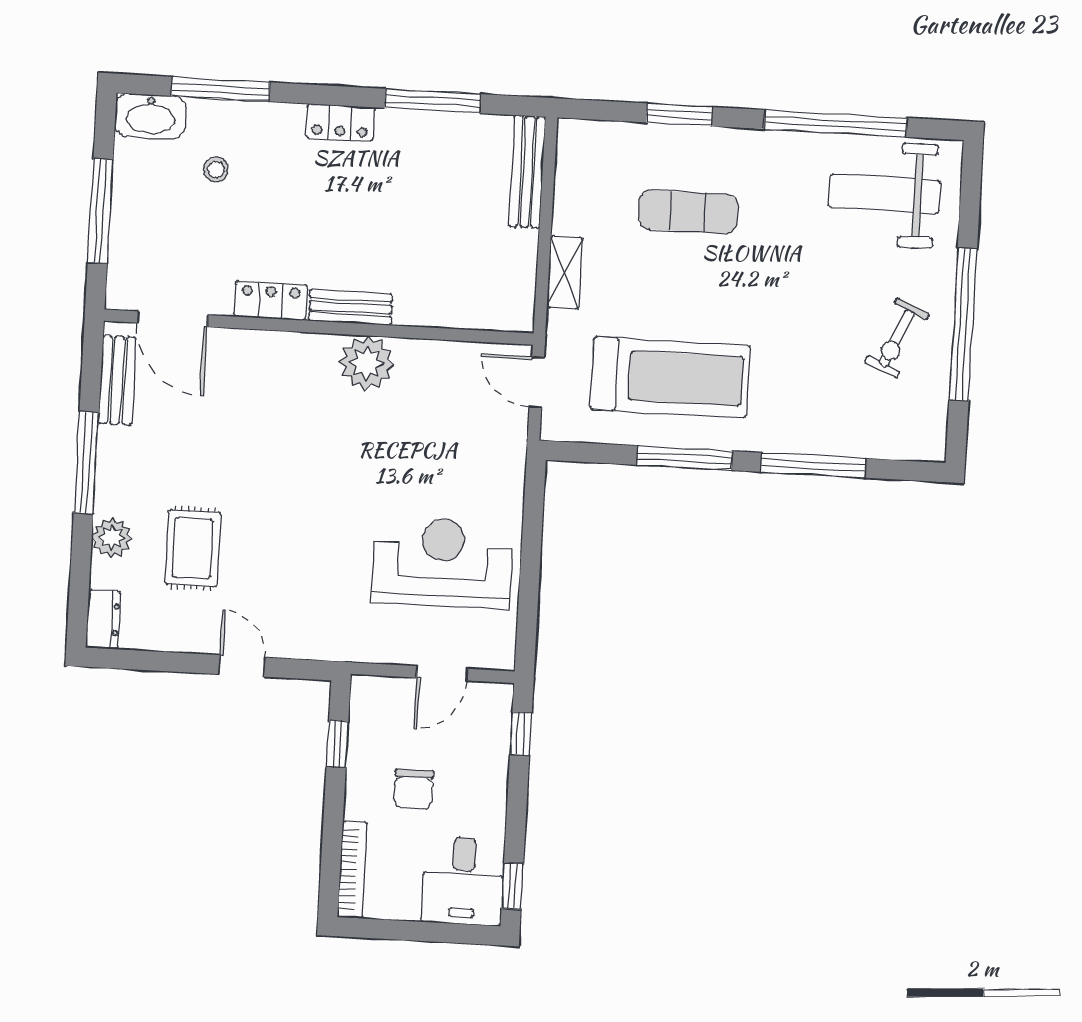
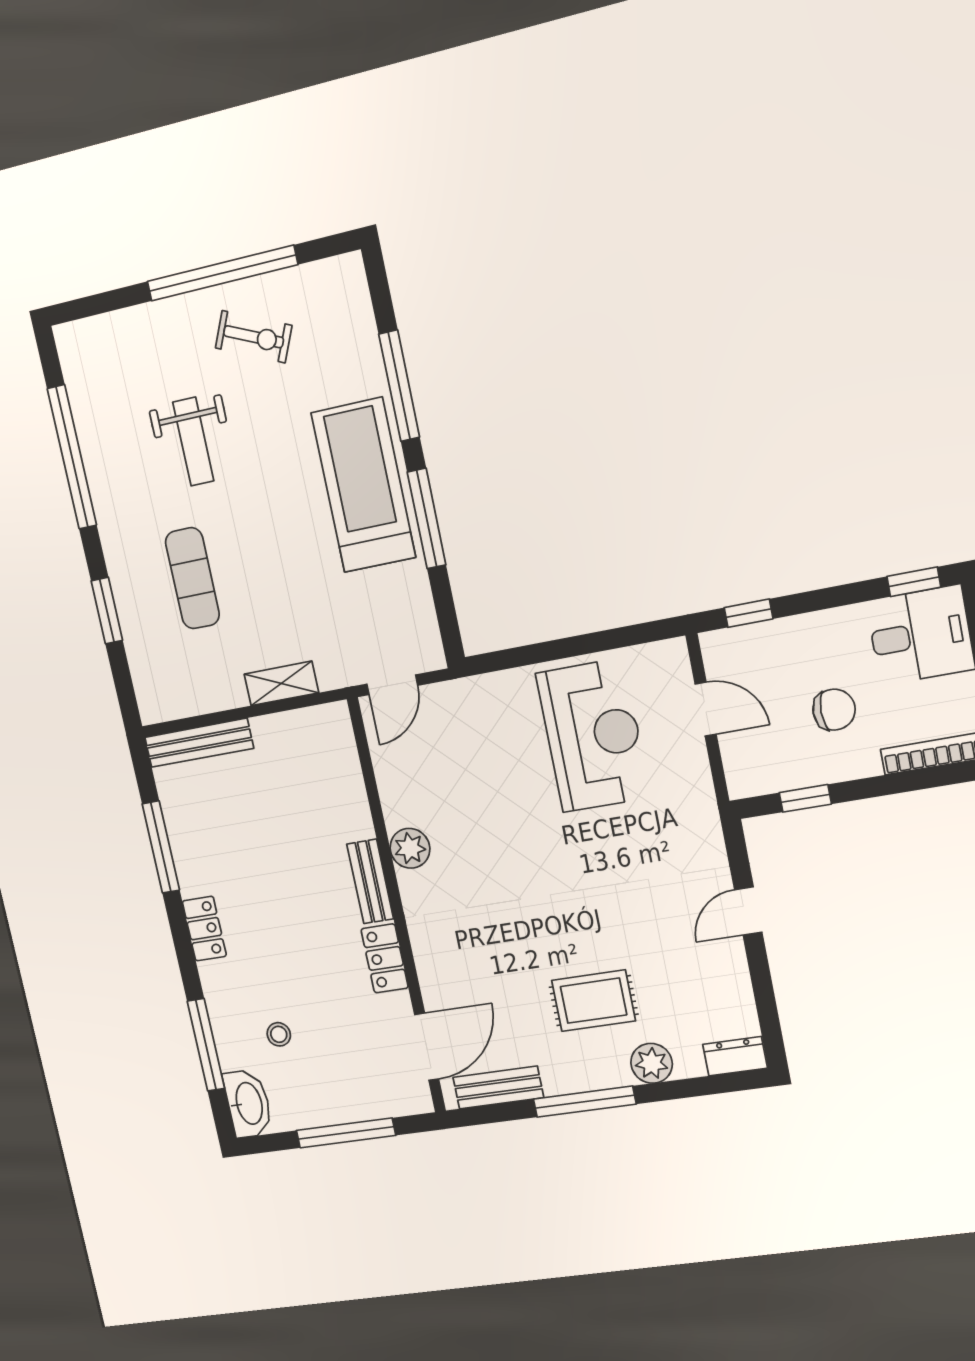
weight bench: (885, 194) -> (193, 442), moved, width x0.73, depth x0.75
plant: (367, 363) -> (410, 848), width x0.73, depth x0.73
treadmill: (670, 377) -> (363, 485), moved
rug: (193, 548) -> (594, 1001), moved
reception desk: (442, 562) -> (593, 735), turned 180

